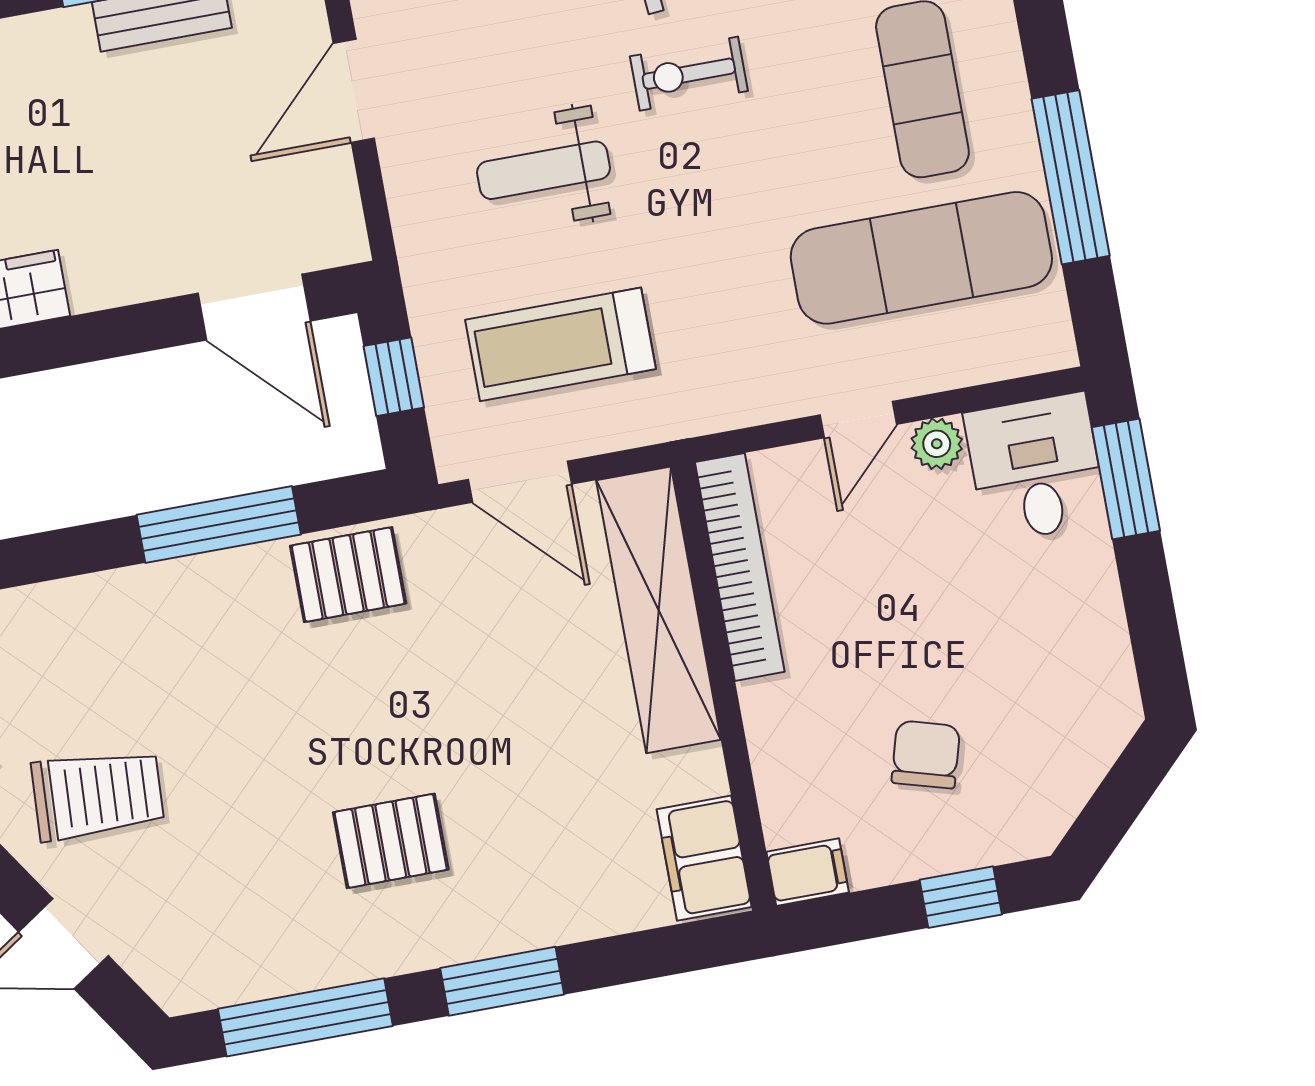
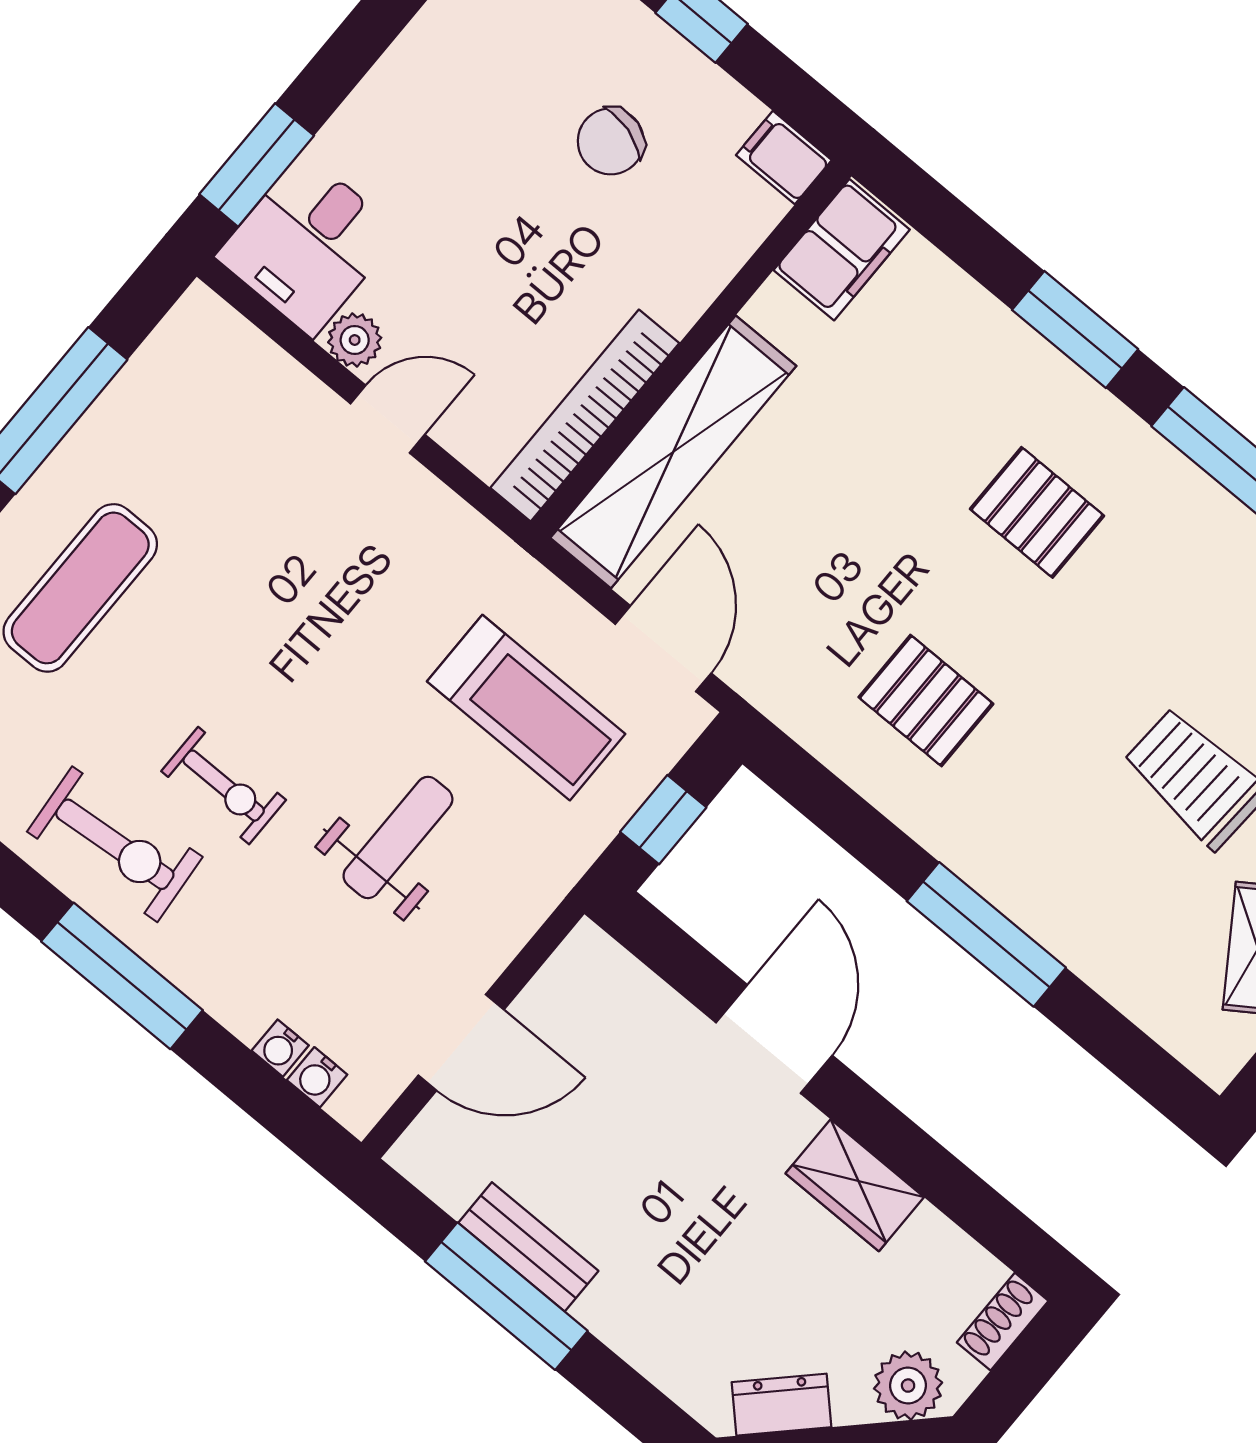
weight bench: (544, 170) -> (398, 837), turned -90
exercise mat: (921, 258) -> (216, 476), removed
door: (254, 307) -> (774, 1039), moved
window: (219, 525) -> (986, 934), moved
pallet: (348, 575) -> (926, 701), moved

